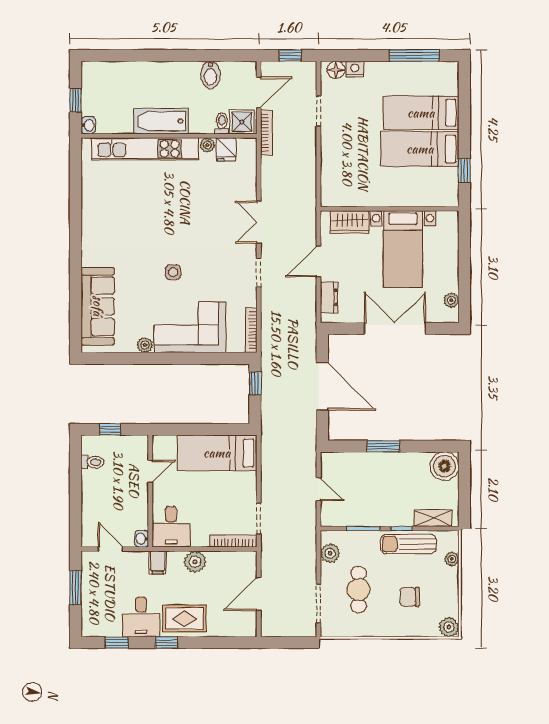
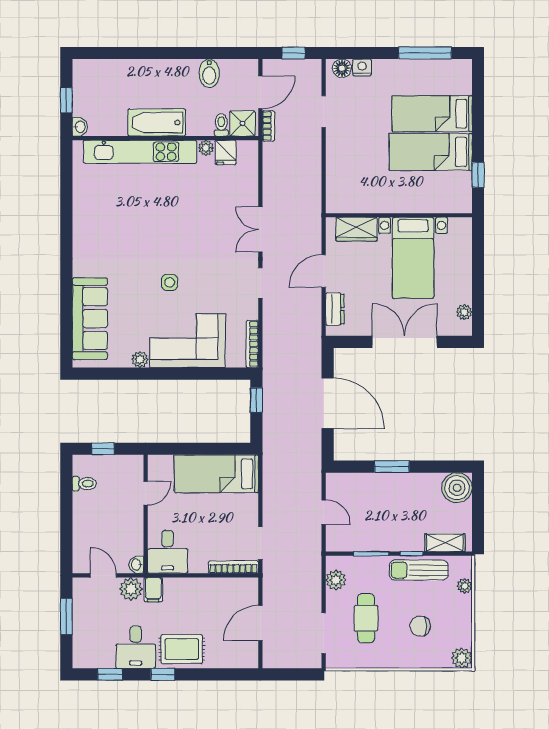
bookcase: (266, 133) -> (268, 126), width x0.64
plant: (195, 562) -> (131, 589), moved

